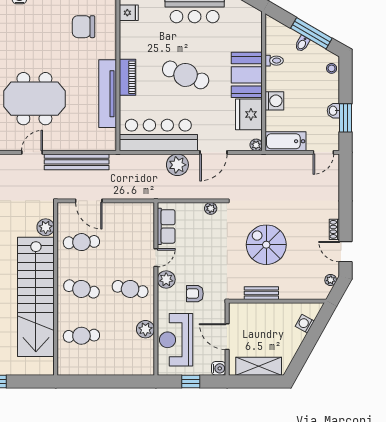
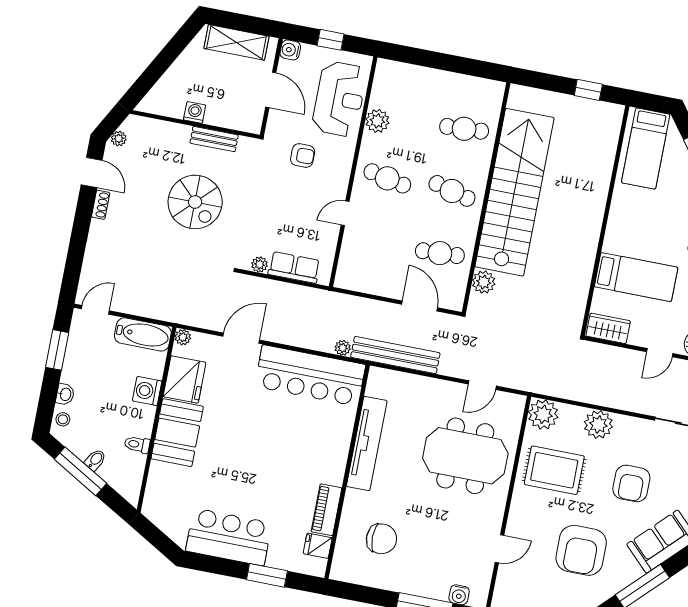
cafe table: (186, 75) -> (258, 448), removed
piano: (128, 77) -> (326, 510), moved
washbasin: (333, 111) -> (65, 394), moved
bench: (77, 162) -> (395, 355), moved
plant: (177, 165) -> (343, 348), moved, width x0.53, depth x0.53
row of seats: (166, 226) -> (294, 267), moved, turned 90
plant: (166, 279) -> (337, 182), removed
washing machine: (305, 324) -> (195, 112), moved, turned -119

